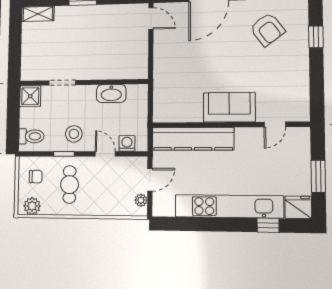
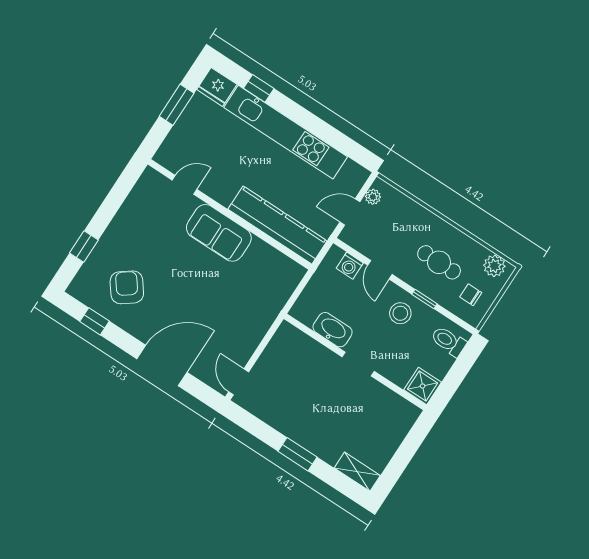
doorway: (62, 83) -> (358, 364), moved
cafe table: (70, 185) -> (439, 262), turned 90

